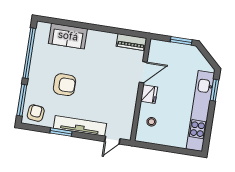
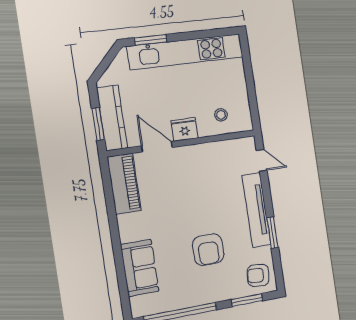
window: (181, 41) -> (98, 124), moved
piano: (131, 42) -> (124, 184), width x1.37, depth x1.33
kitchen counter: (171, 49) -> (112, 118), added
armchair: (65, 85) -> (208, 250), turned 180
window: (22, 100) -> (247, 300), width x0.69

